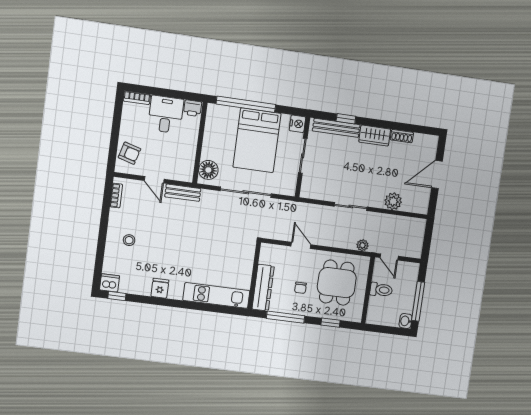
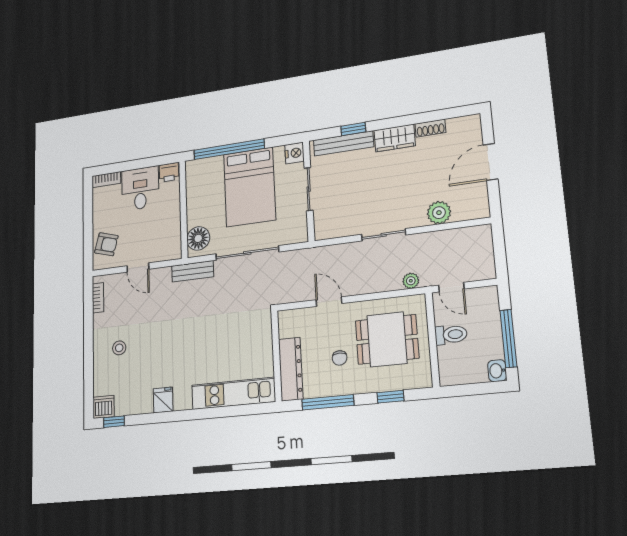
bench: (183, 193) -> (193, 271), moved
dining table: (337, 283) -> (387, 339), turned 90

